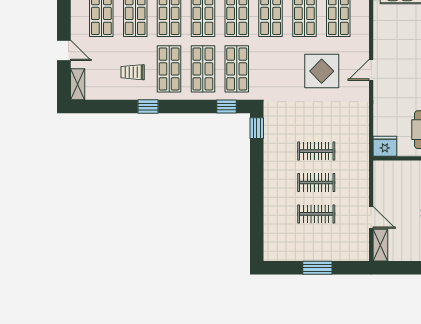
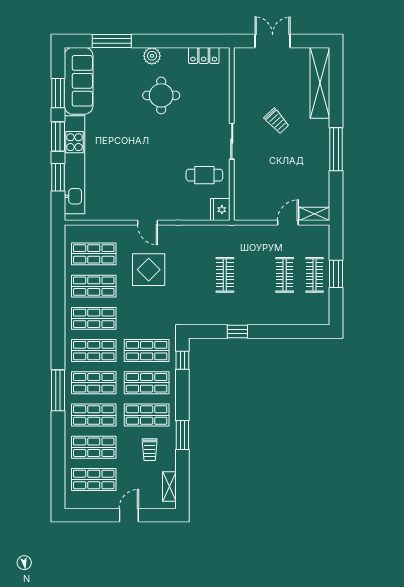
shelving: (78, 84) -> (169, 487), moved, turned 90
window: (148, 107) -> (182, 435), width x1.50
window: (257, 128) -> (237, 332), moved
clothes rail: (316, 183) -> (315, 275), moved

